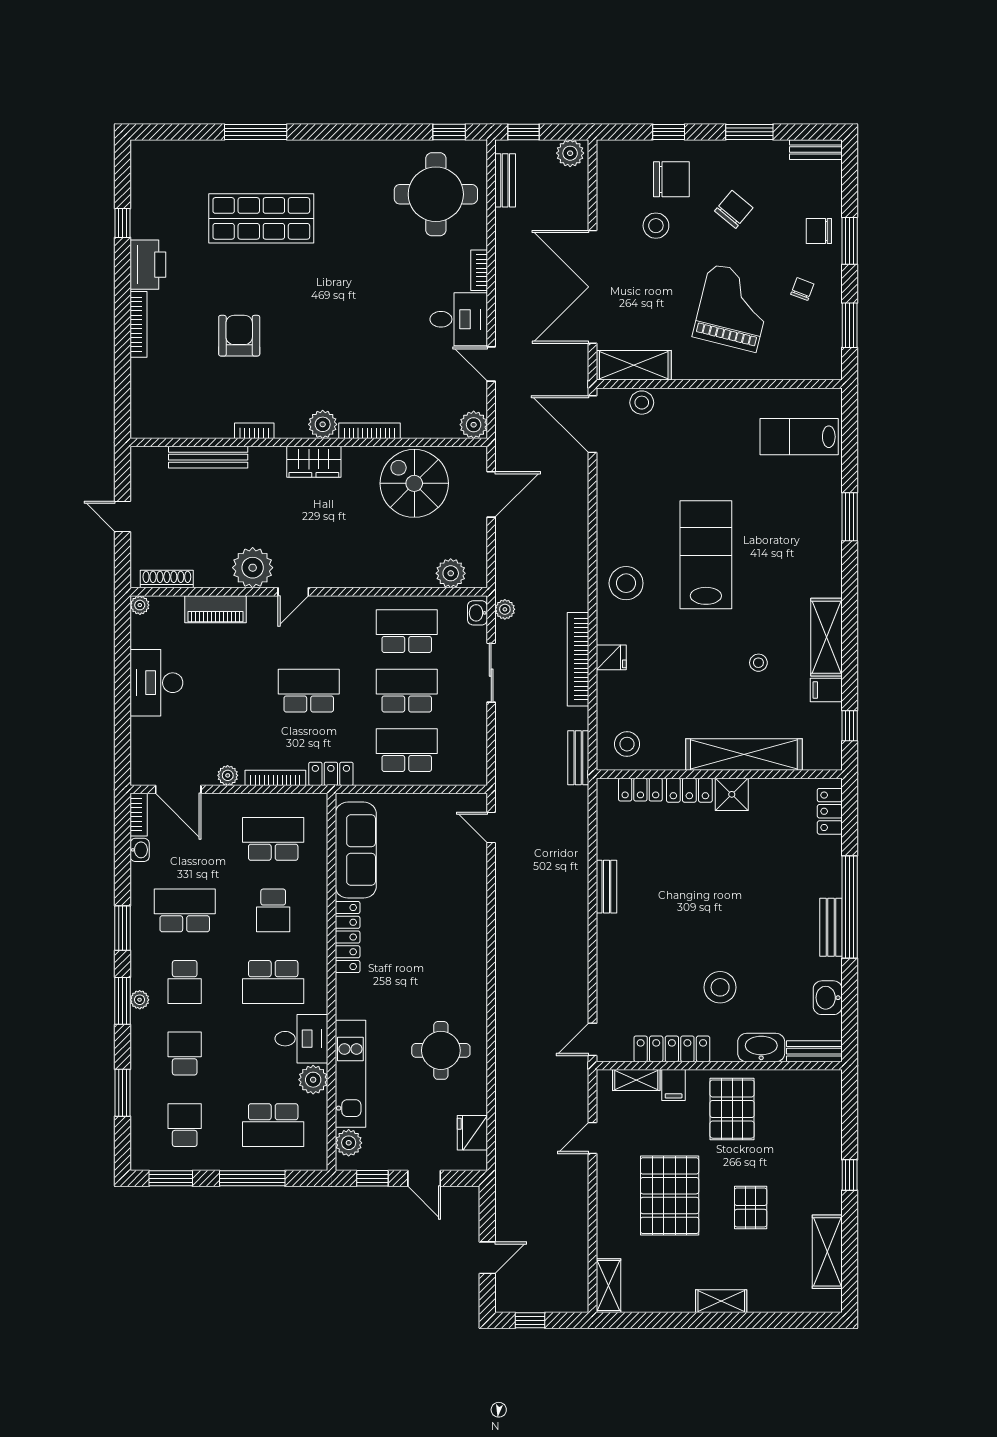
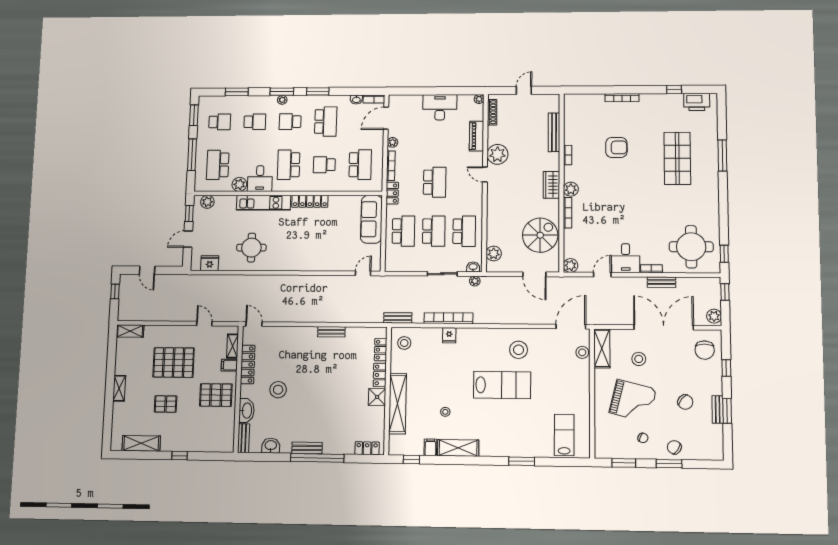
bench: (816, 150) -> (718, 409), moved
chair: (671, 179) -> (705, 350), moved
bench: (505, 180) -> (661, 282), moved
stool: (656, 226) -> (639, 359), moved
chair: (819, 231) -> (674, 447), turned -55
printer: (148, 265) -> (697, 102), moved
double door: (592, 287) -> (664, 327), moved
stool: (626, 583) -> (519, 350), moved
sofa: (356, 850) -> (371, 219), moved, turned 90
kitchen unit: (350, 1074) -> (264, 203), moved

